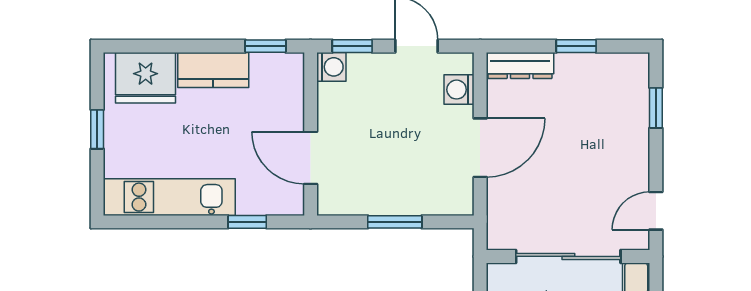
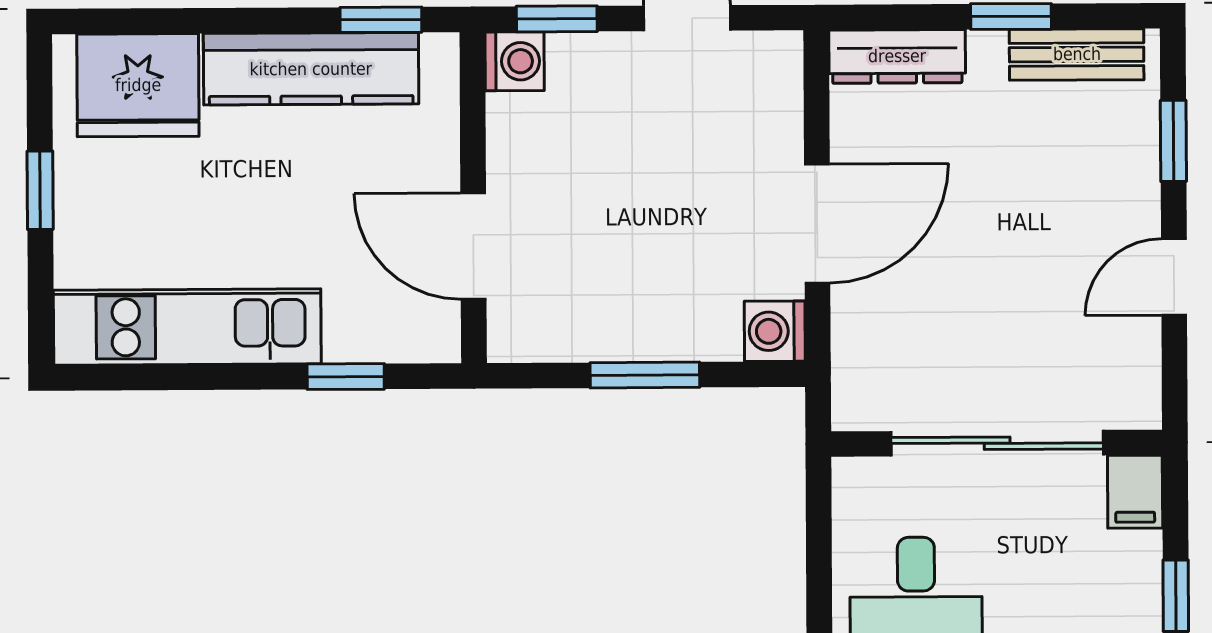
bench: (608, 65) -> (1077, 54), added
kitchen counter: (213, 70) -> (311, 69), width x1.50
washing machine: (459, 90) -> (775, 331), moved
door: (656, 211) -> (1174, 277), moved

